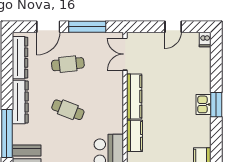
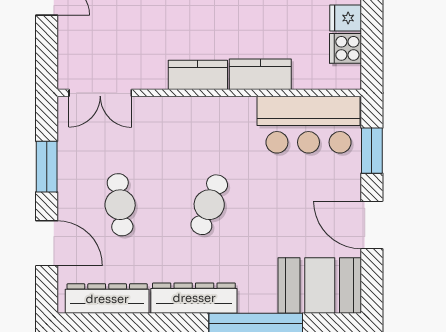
window: (87, 27) -> (47, 167), width x0.69
kitchen counter: (134, 96) -> (198, 75), width x0.67

